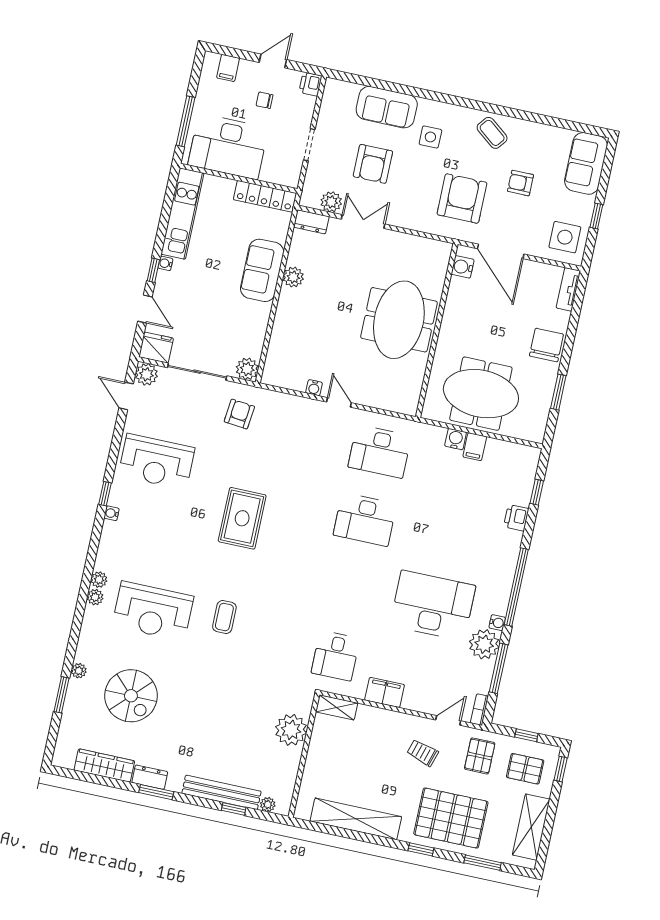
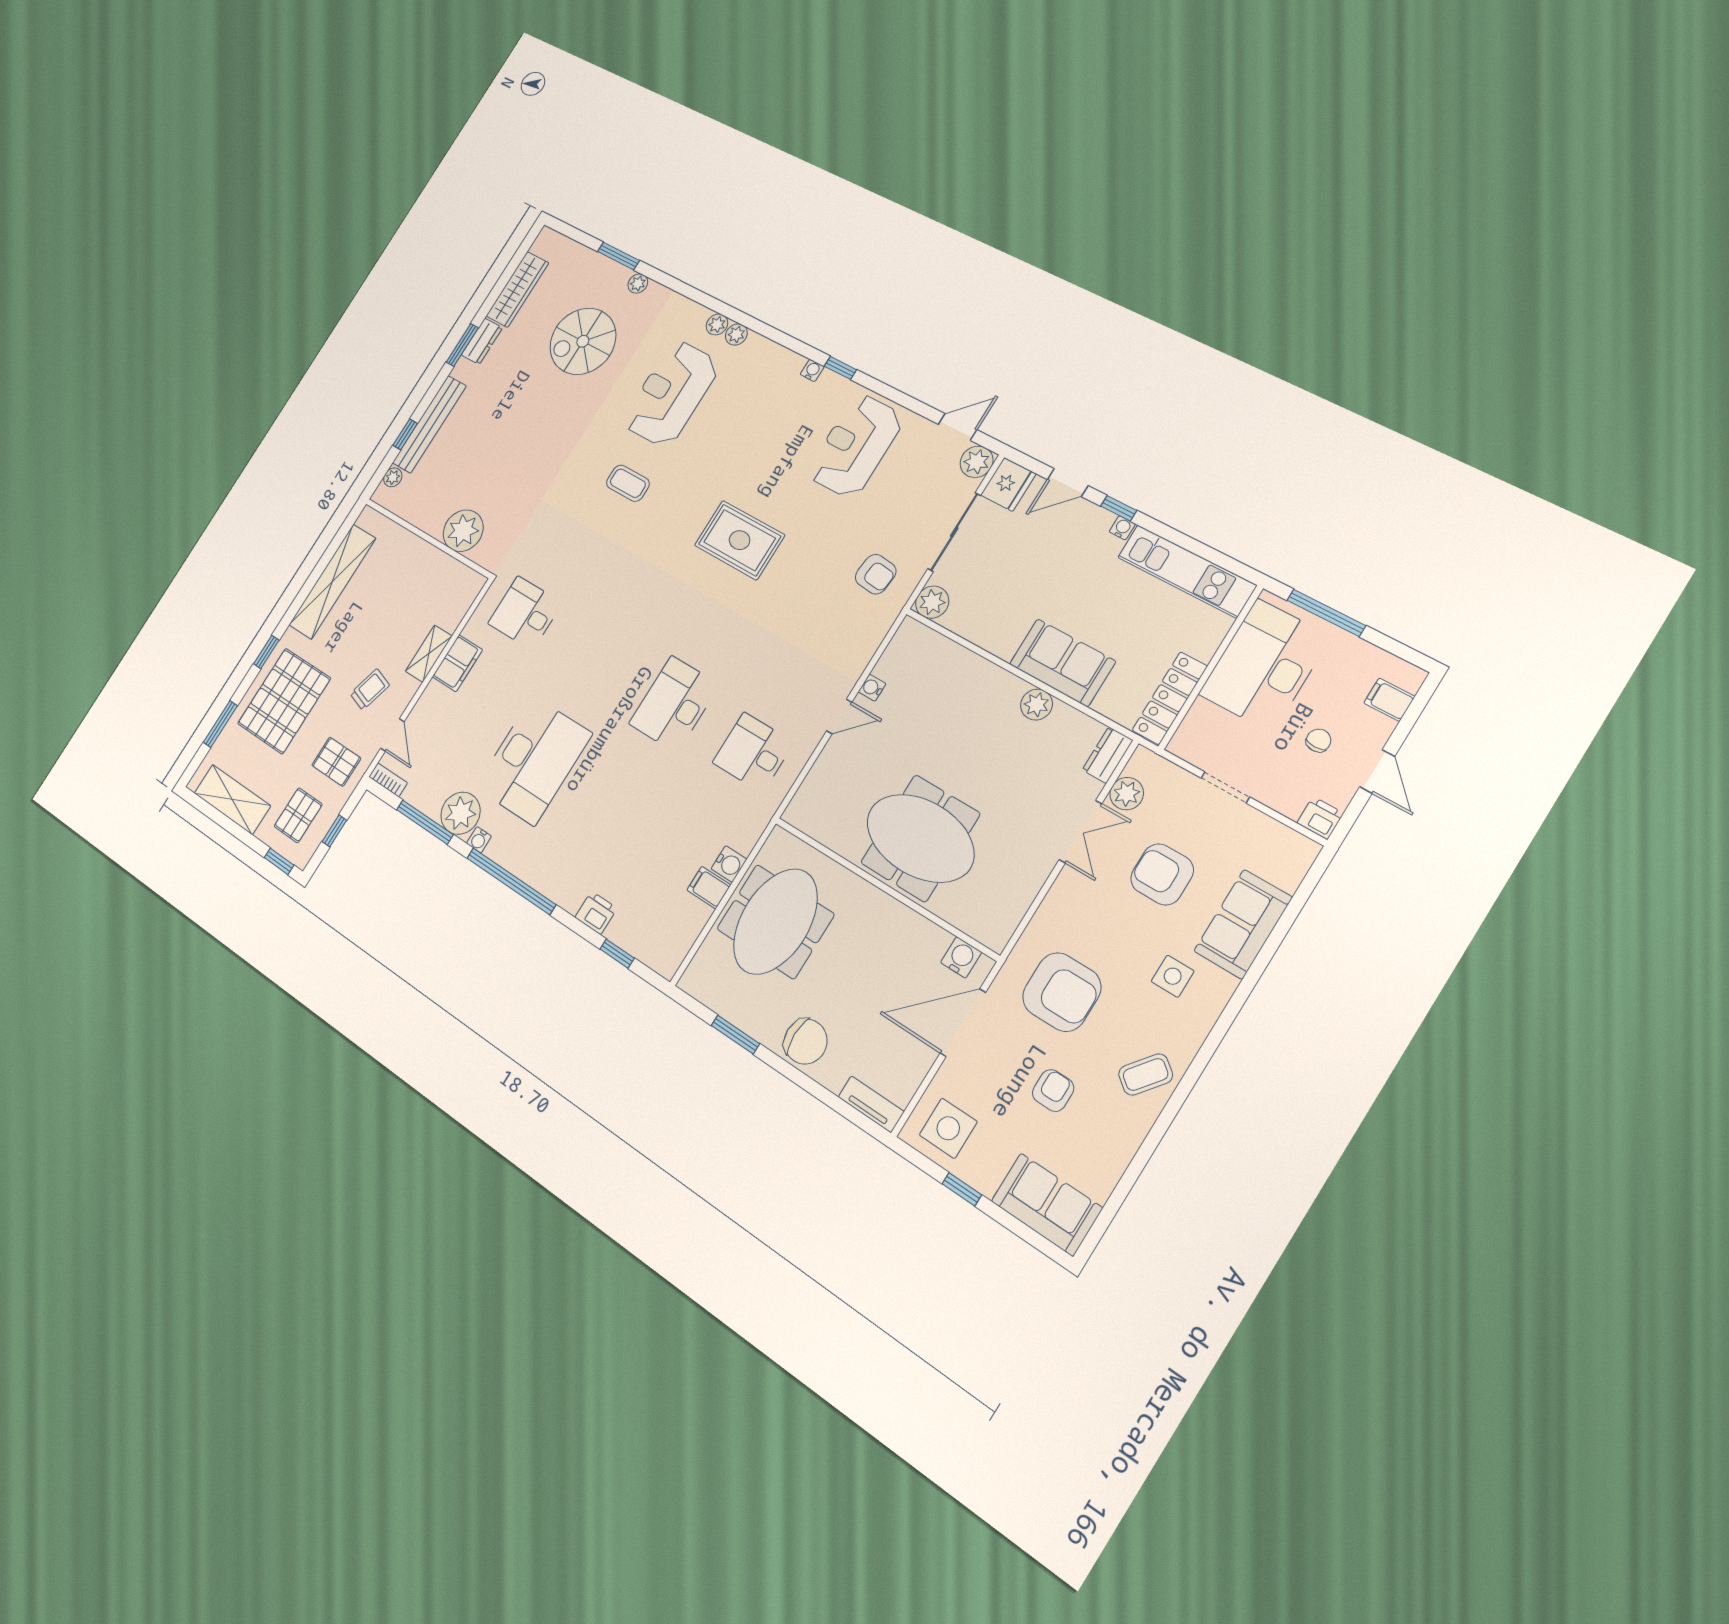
desk: (380, 451) -> (753, 752), width x0.73
shelving: (337, 707) -> (429, 654), moved

